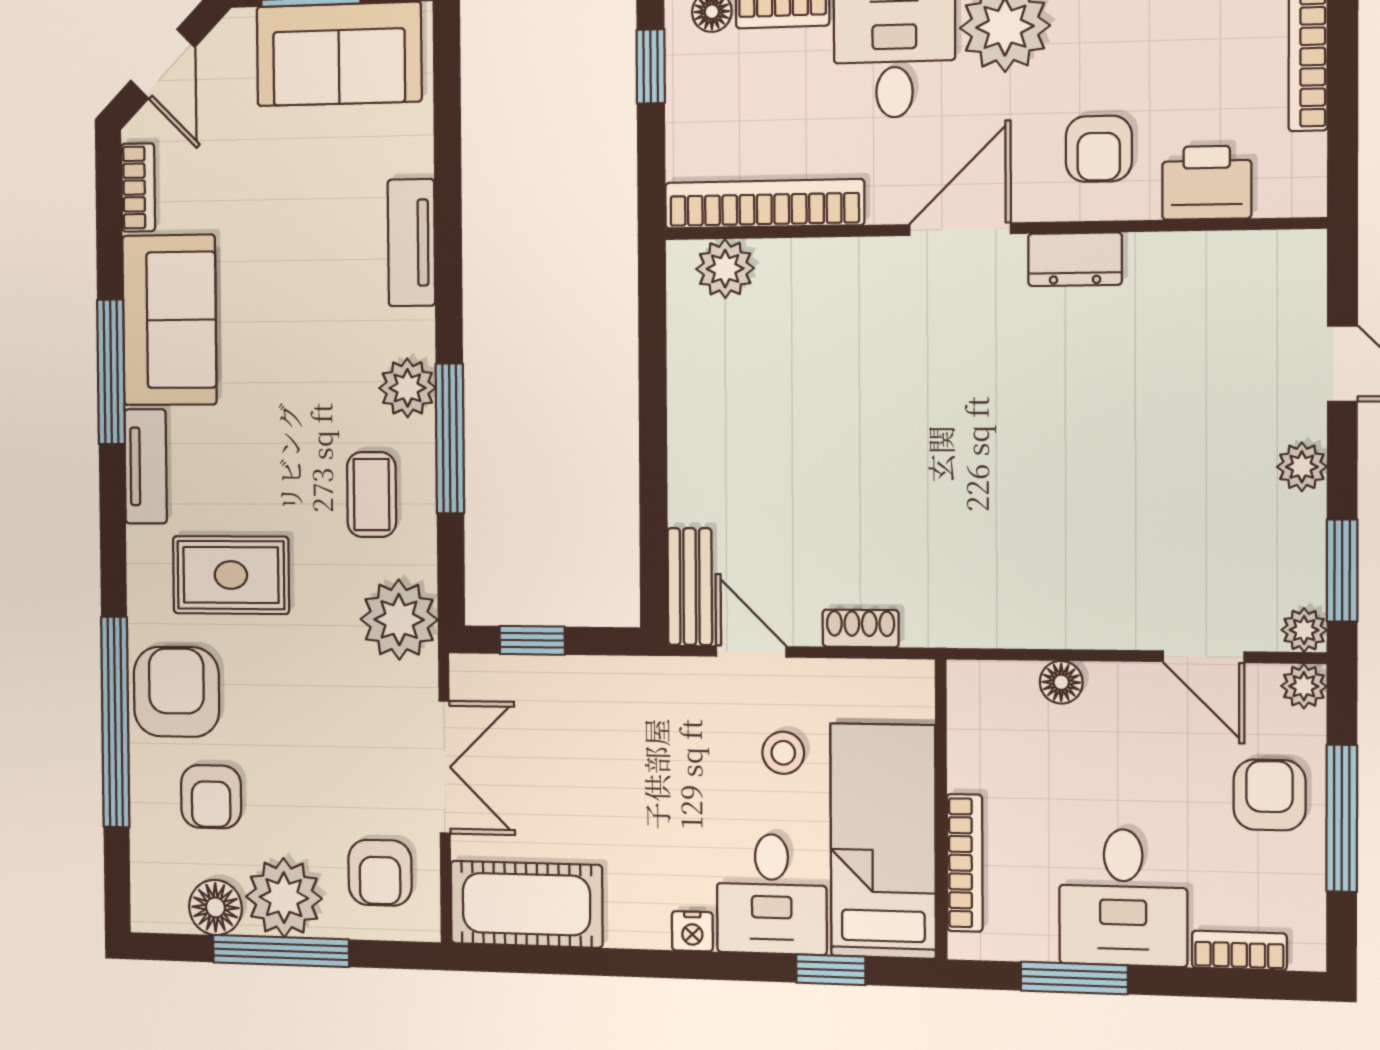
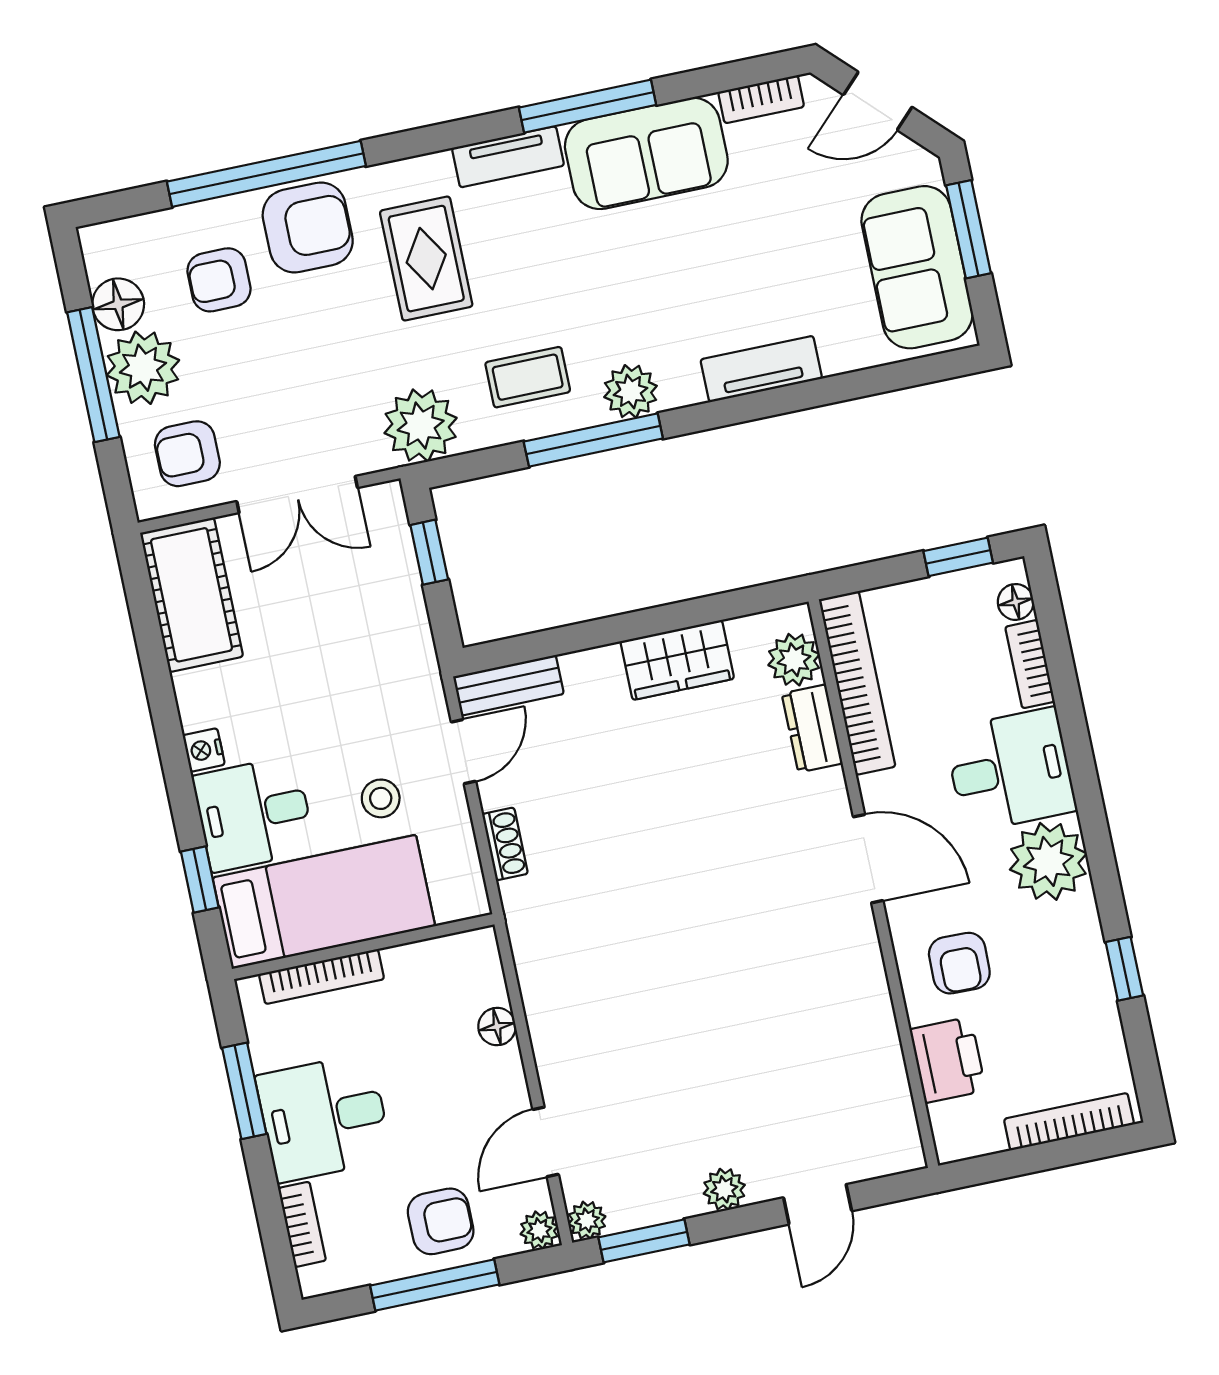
armchair: (1099, 149) -> (959, 963), turned -89
dresser: (1075, 259) -> (812, 728), moved
wardrobe: (700, 397) -> (677, 660), added

